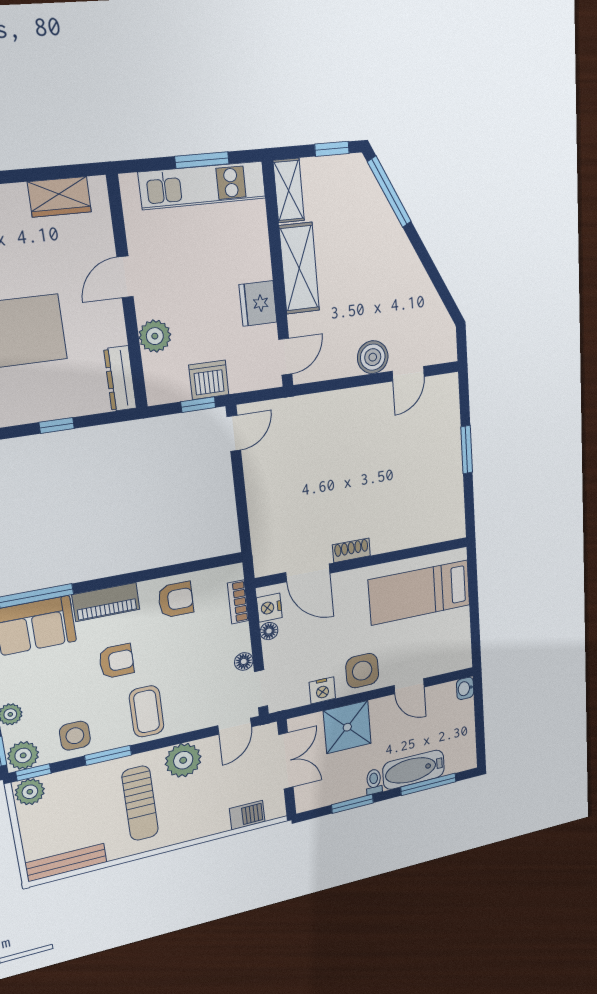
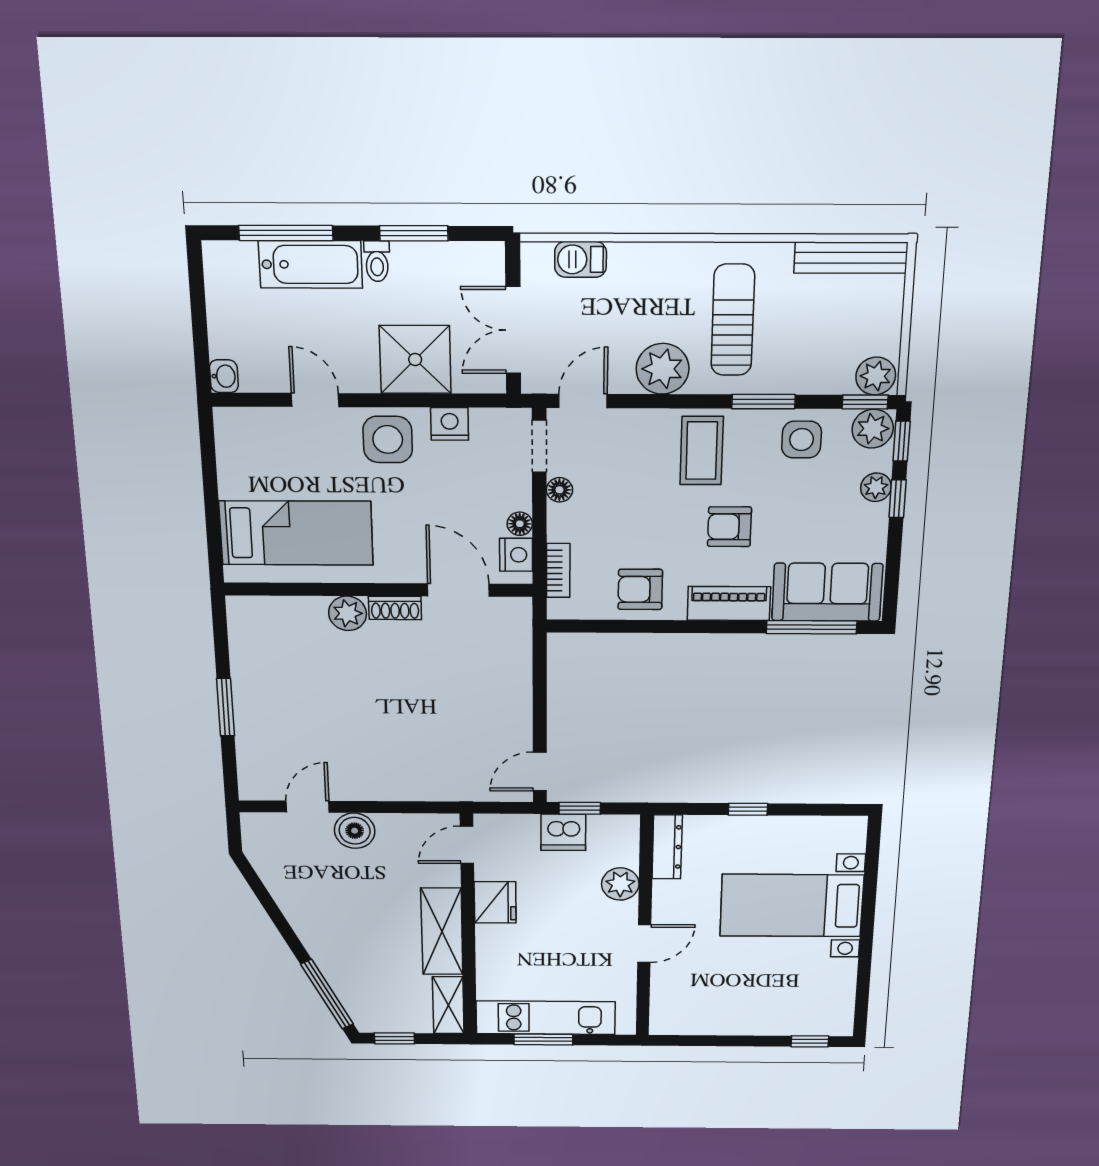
wardrobe: (60, 197) -> (700, 1020), removed
plant: (384, 540) -> (348, 613), added

